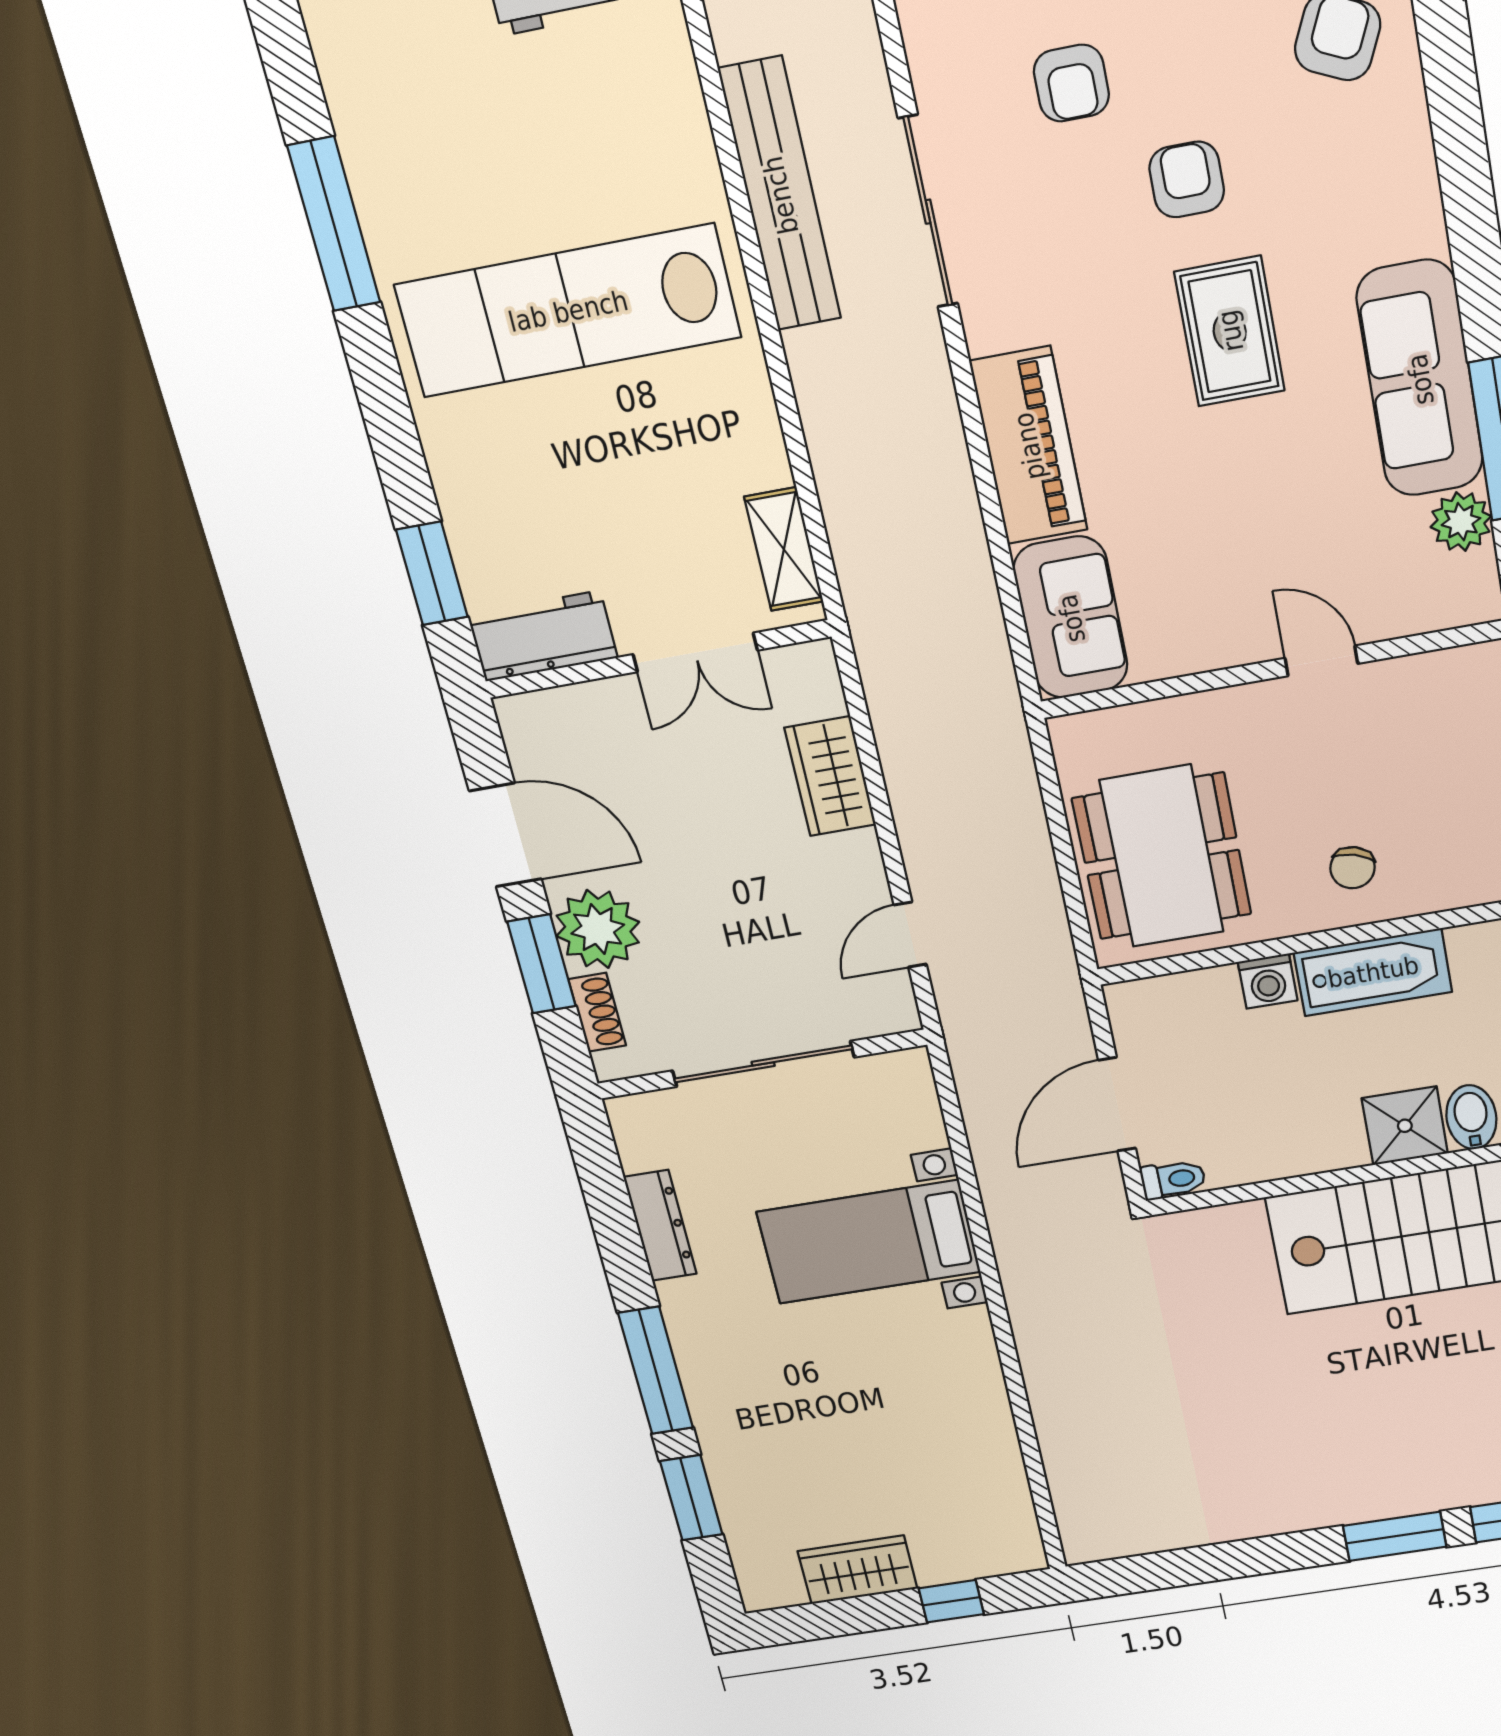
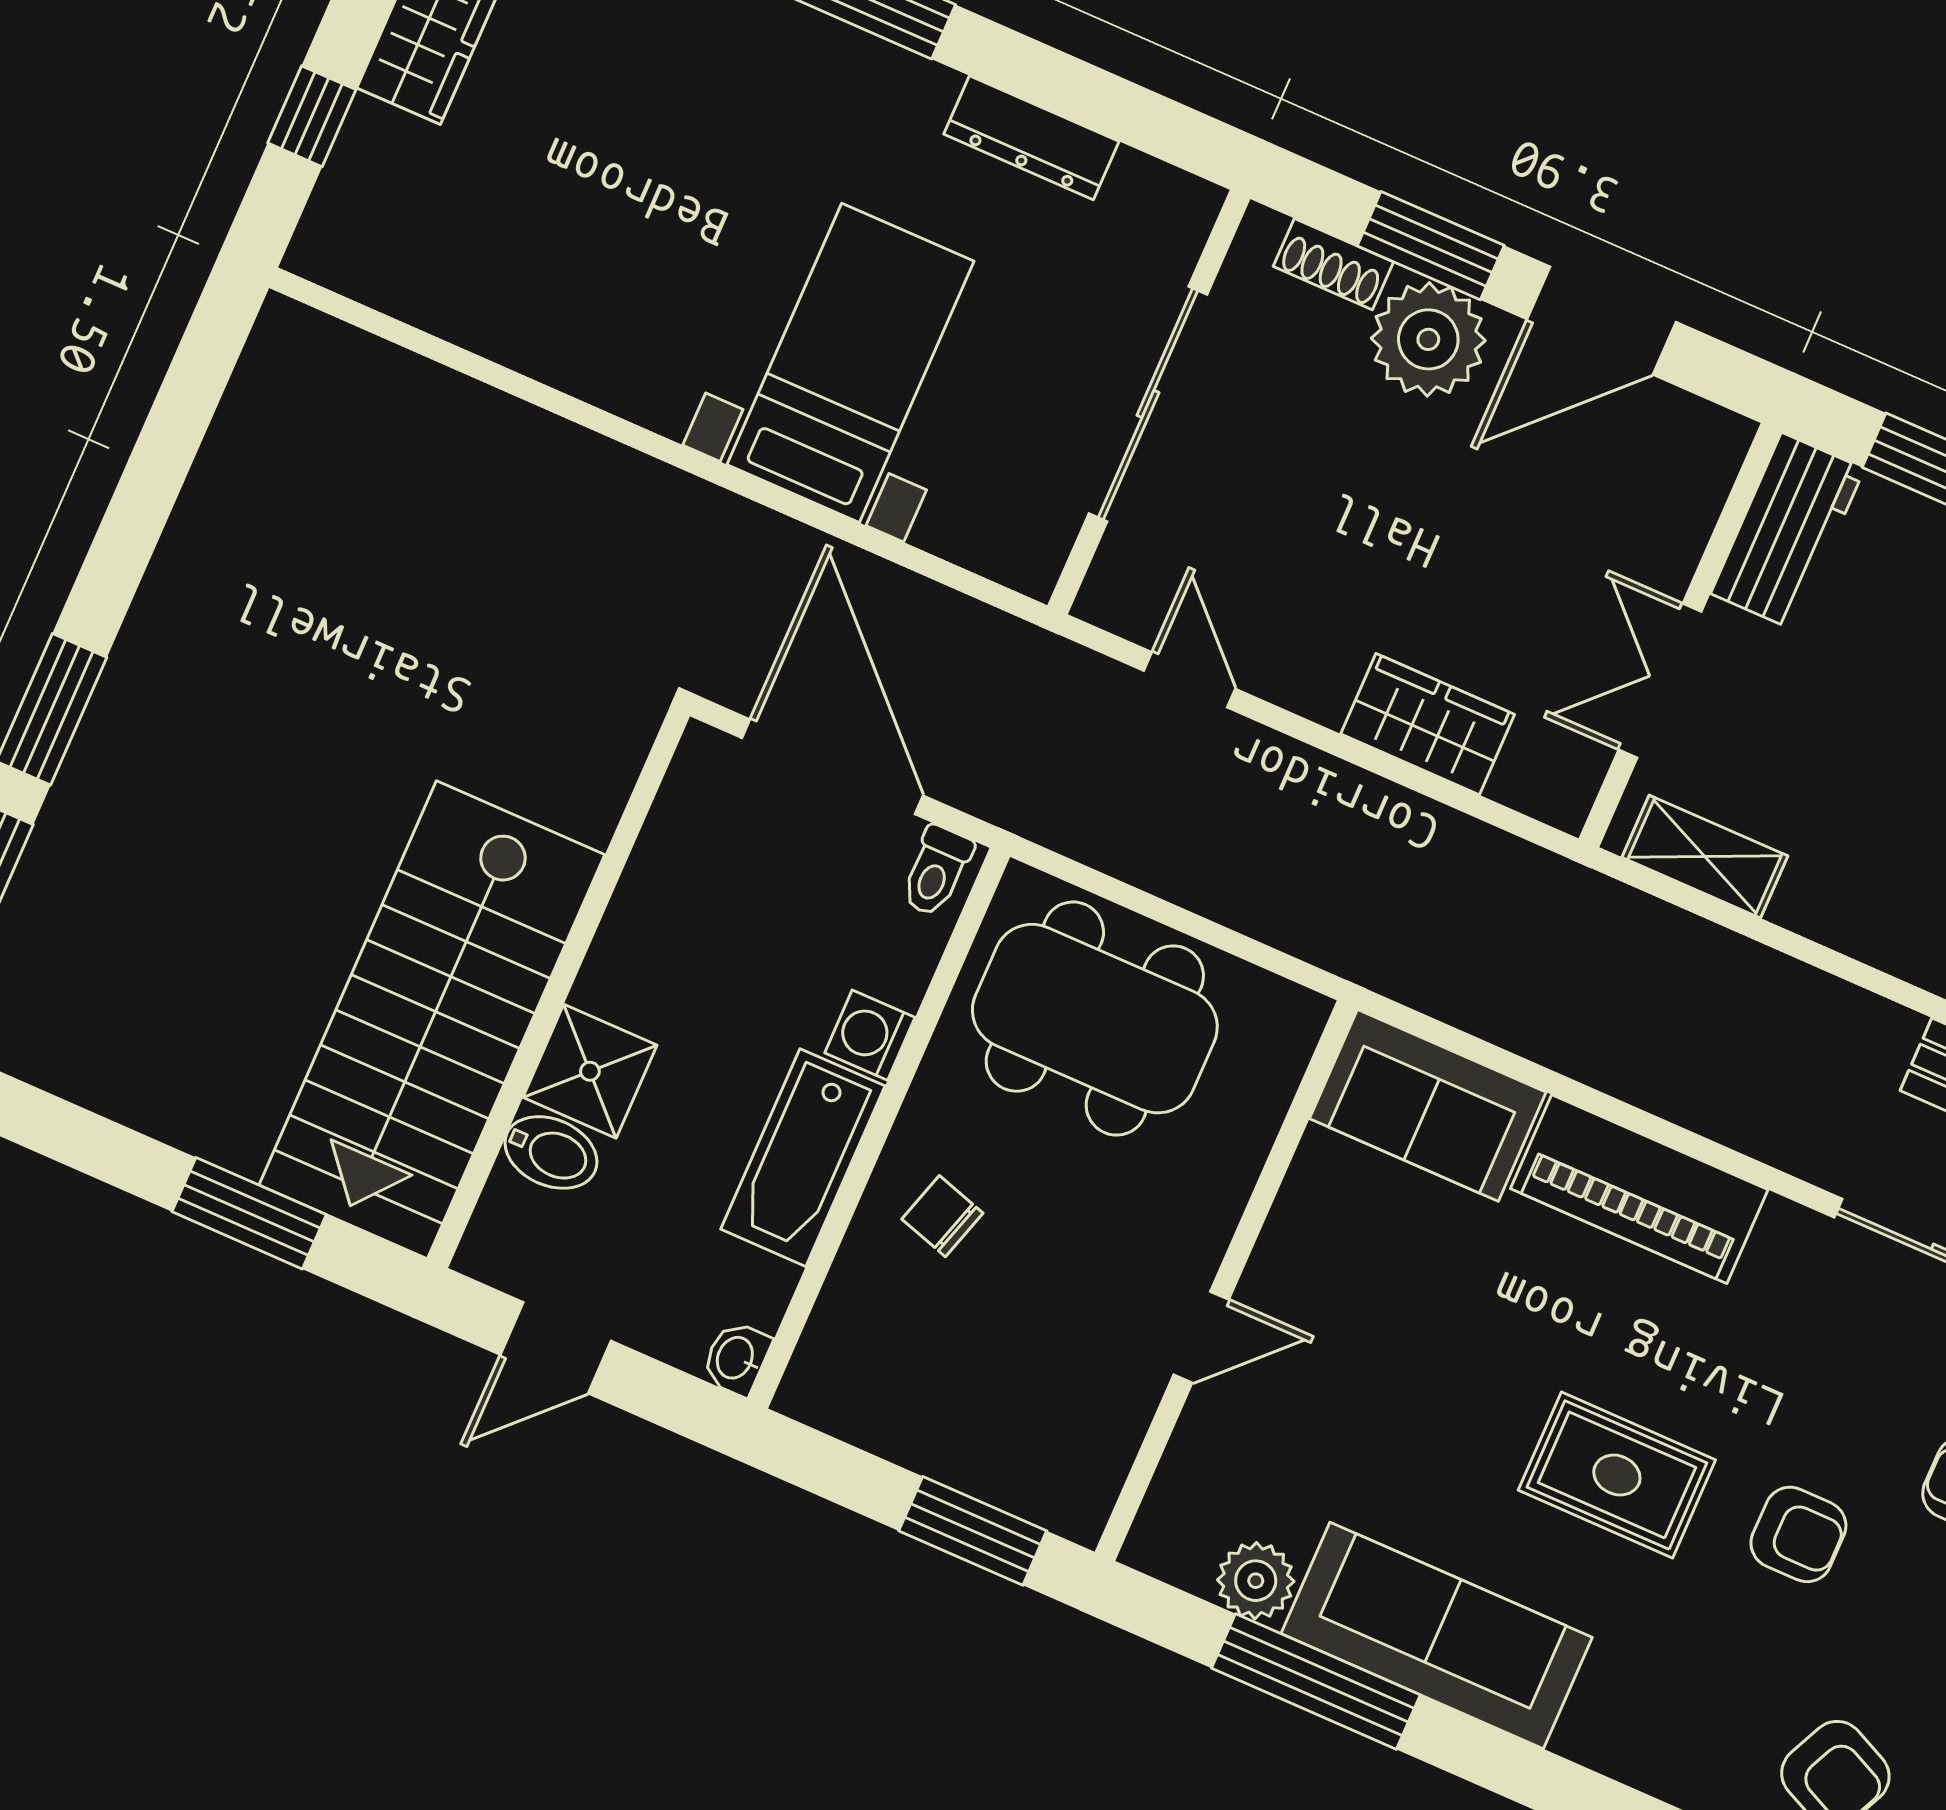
door: (1117, 1104) -> (832, 767), width x1.36
toilet: (1173, 1179) -> (936, 871), moved

